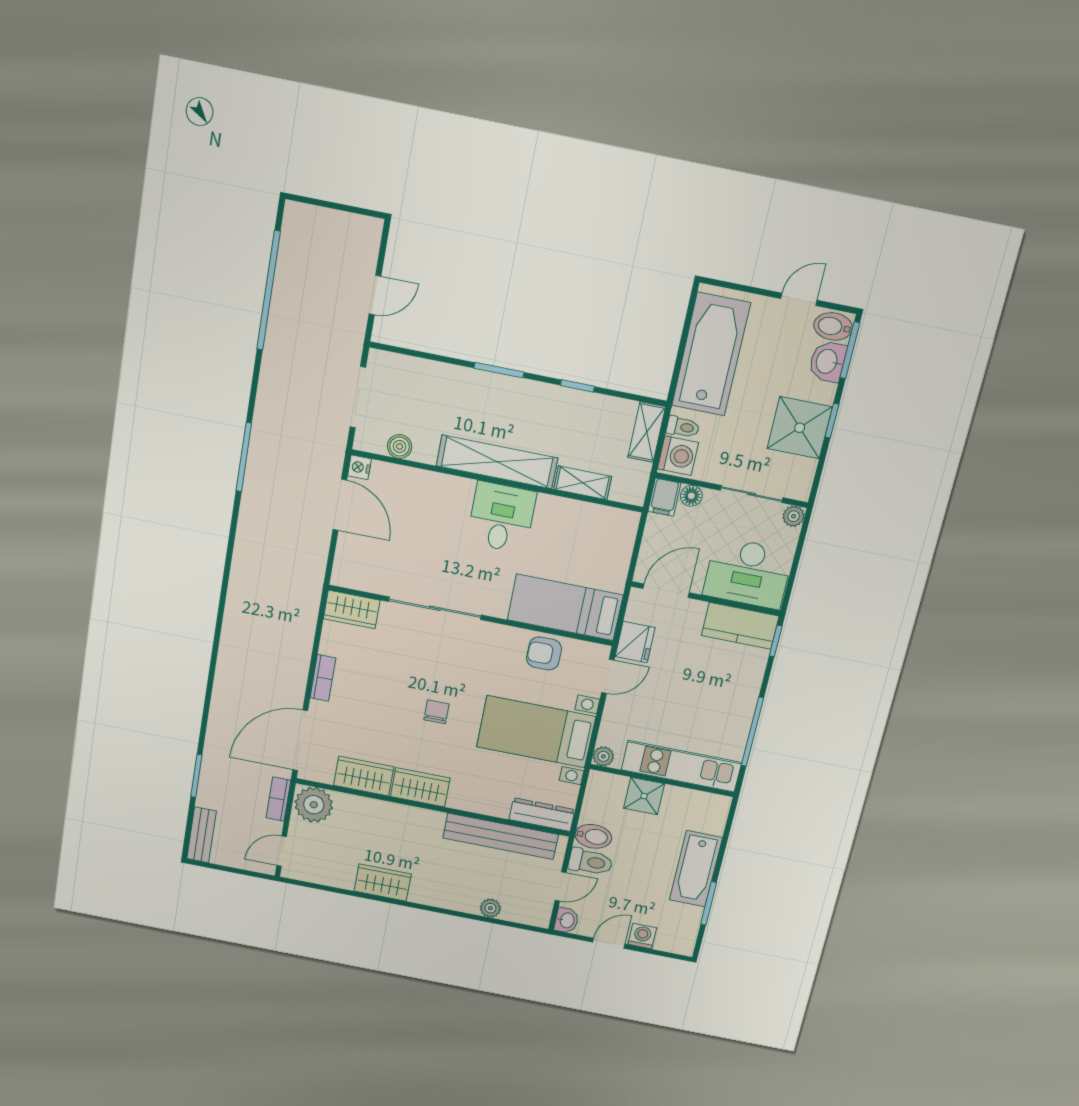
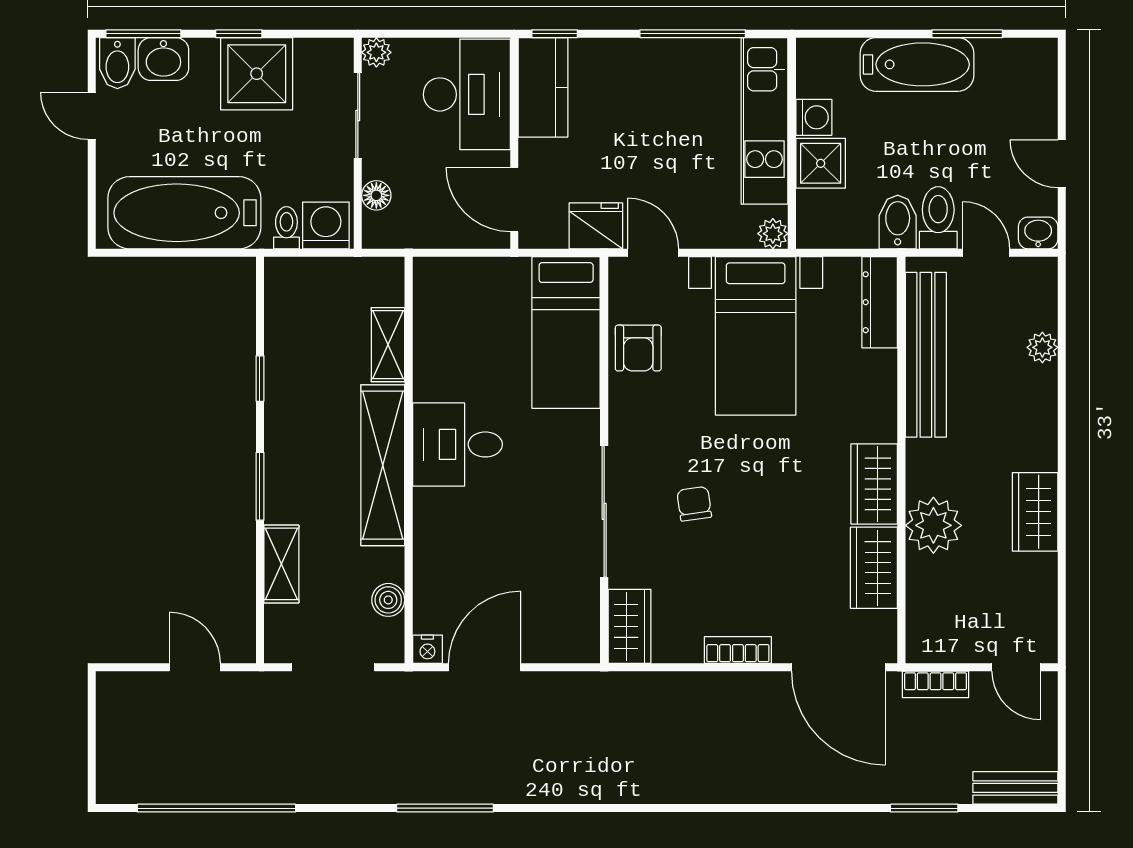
shelving: (647, 432) -> (281, 564), moved, turned 90
filing cabinet: (664, 497) -> (385, 231), removed
chair: (437, 712) -> (694, 504), moved, turned 82
plant: (314, 805) -> (933, 525), moved
washing machine: (642, 936) -> (814, 117), moved, turned 180

